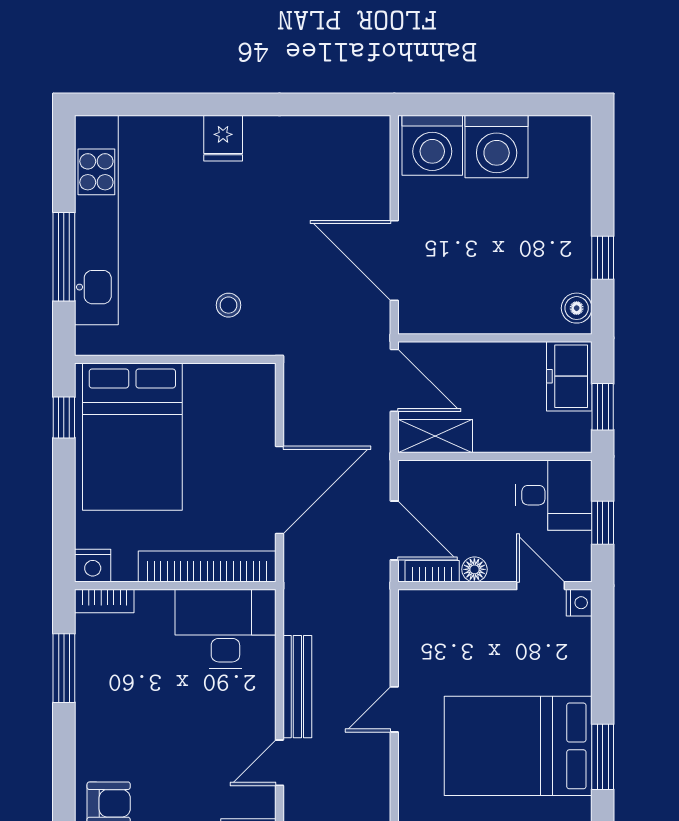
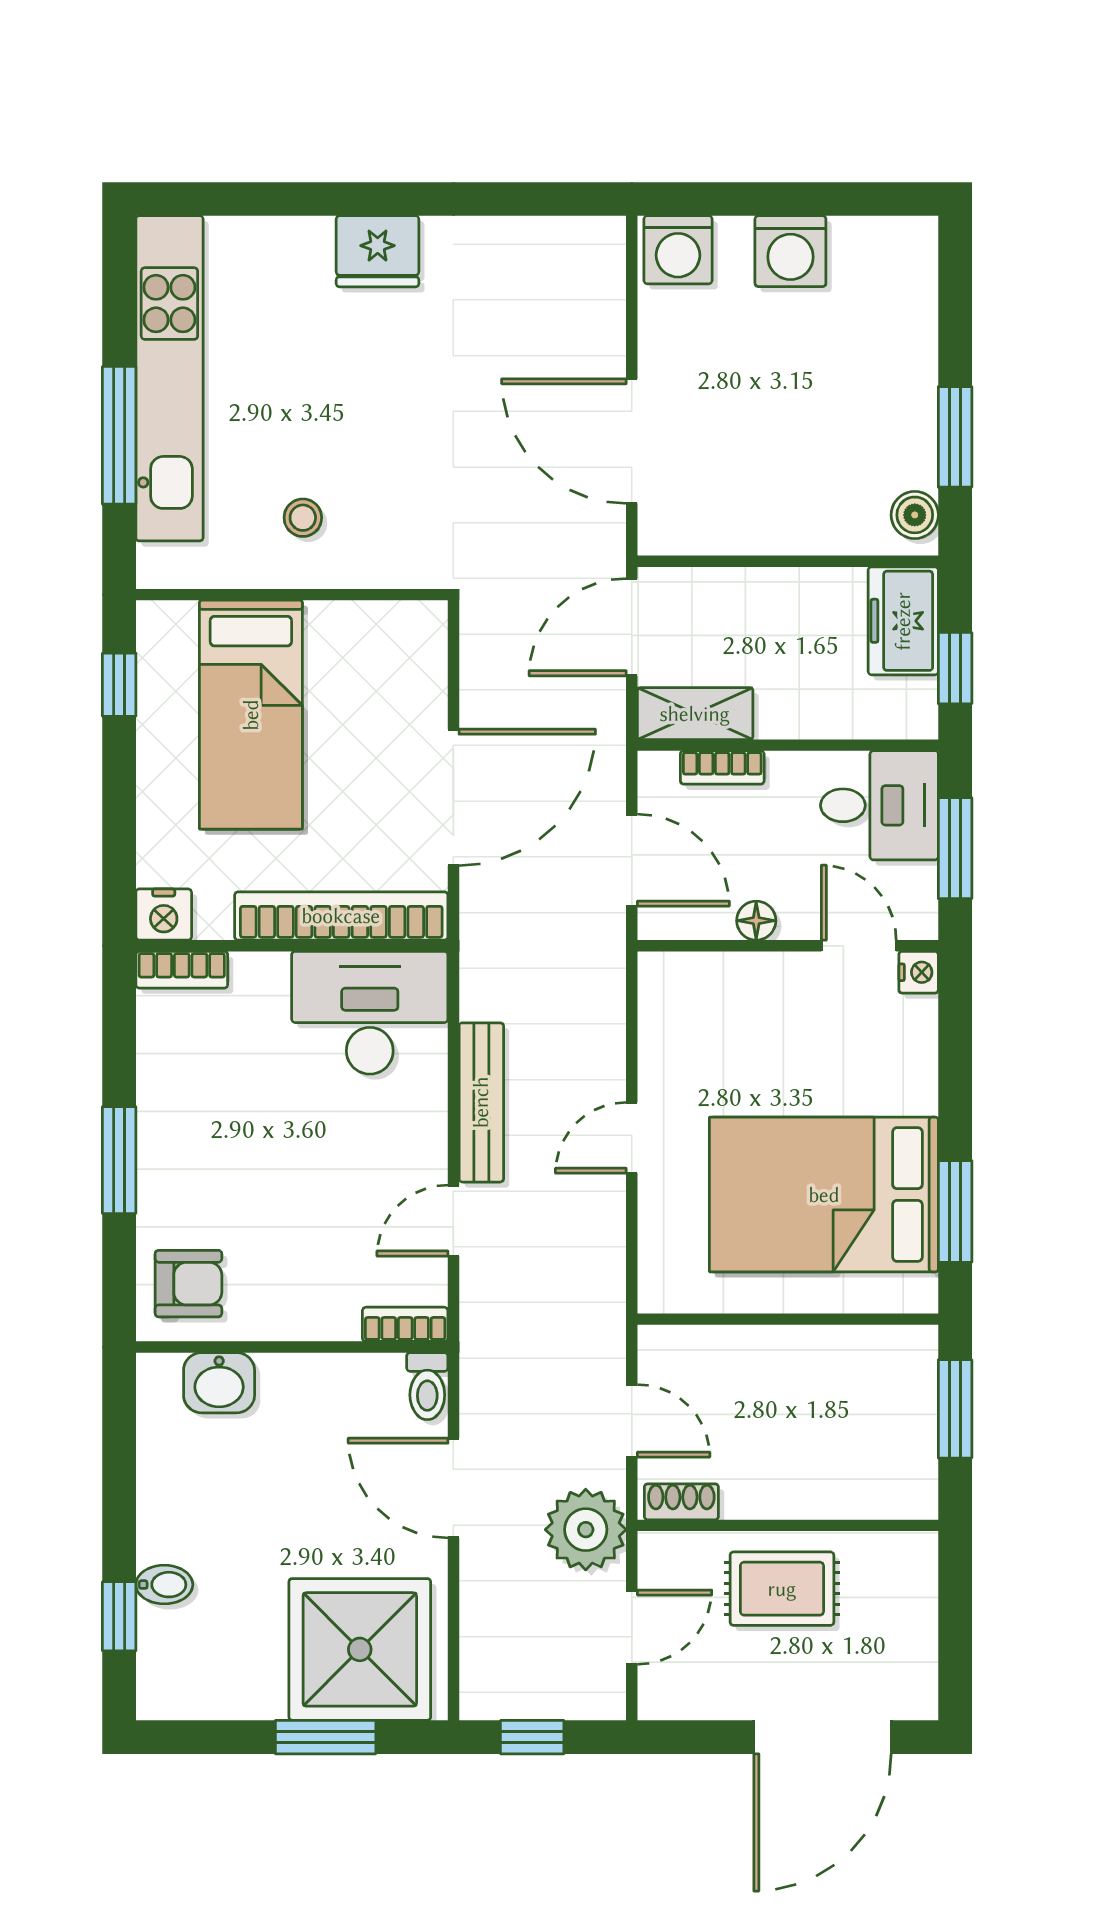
fridge: (223, 138) -> (378, 251), width x1.38
washing machine: (432, 145) -> (678, 250), width x0.73, depth x0.73
washing machine: (497, 147) -> (790, 251), width x0.73, depth x0.73
window: (603, 258) -> (955, 437), width x1.50
stool: (229, 305) -> (303, 518), moved
door: (394, 380) -> (632, 627), swing flipped
bed: (132, 437) -> (251, 715), width x0.67
window: (603, 523) -> (955, 848), width x1.50
bookcase: (432, 571) -> (722, 767), moved, turned 180
window: (64, 668) -> (119, 1160), moved

